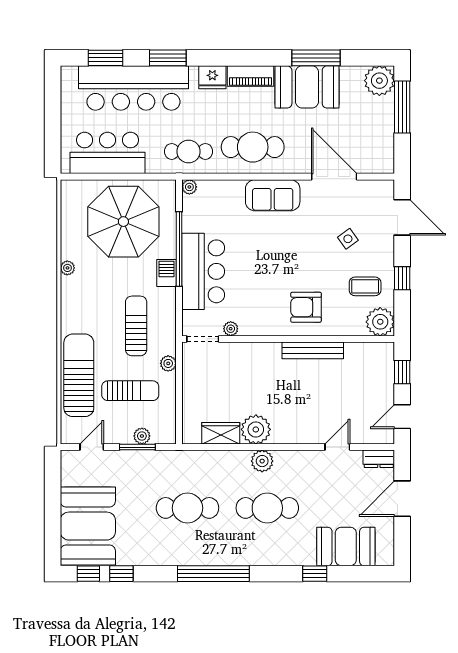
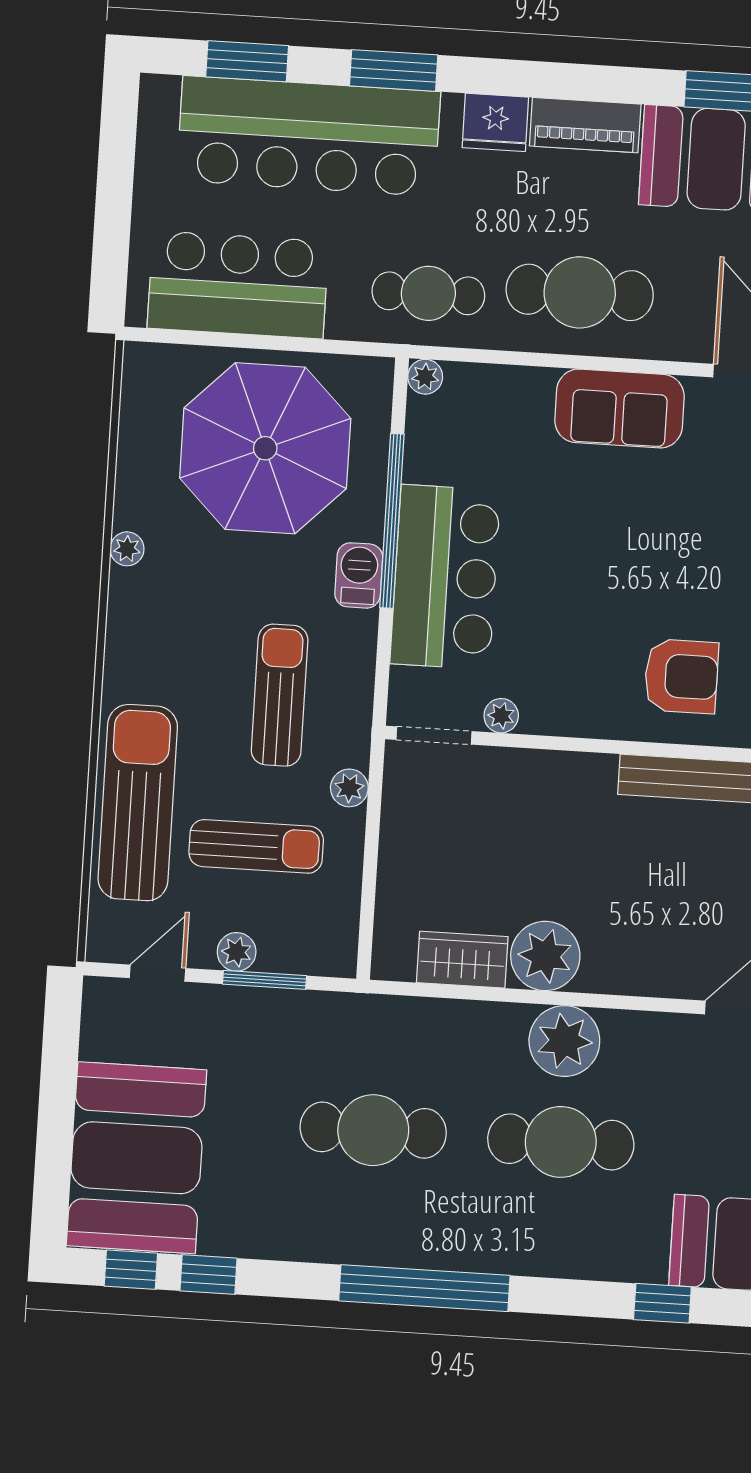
armchair: (306, 307) -> (681, 676), turned 180
plant: (142, 436) -> (237, 952), moved
plant: (262, 461) -> (564, 1041), width x1.36, depth x1.36

